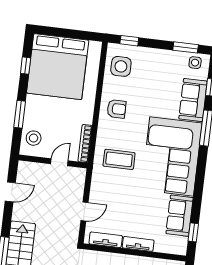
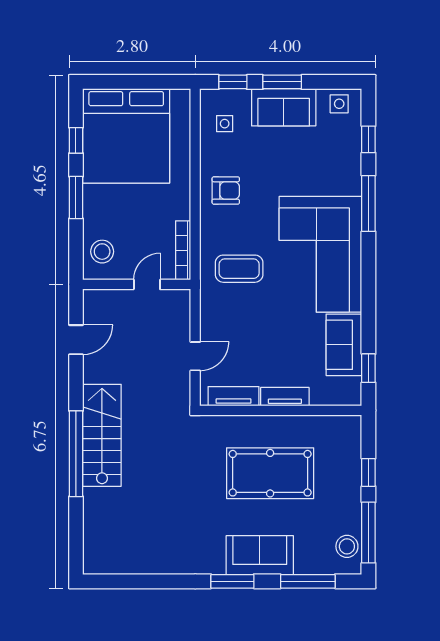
window: (186, 47) -> (282, 82), moved
side table: (121, 66) -> (225, 124), width x0.54, depth x0.54
sofa: (193, 100) -> (284, 107), moved, turned -90
window: (20, 114) -> (76, 197), moved

